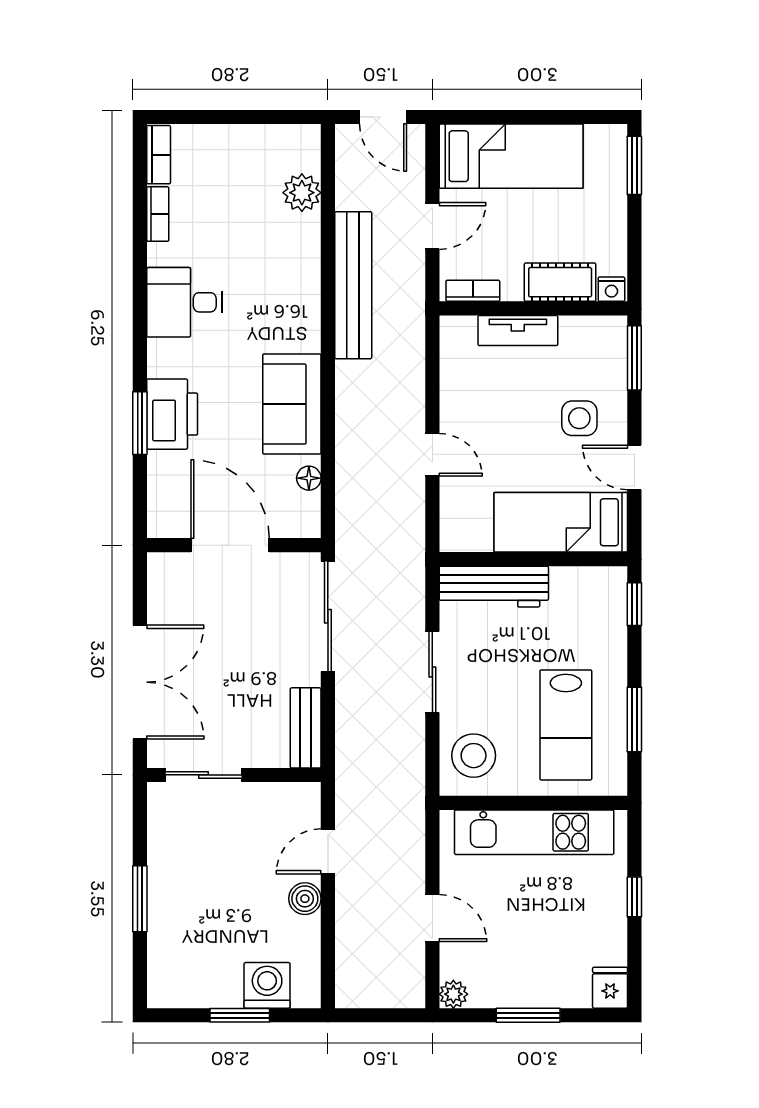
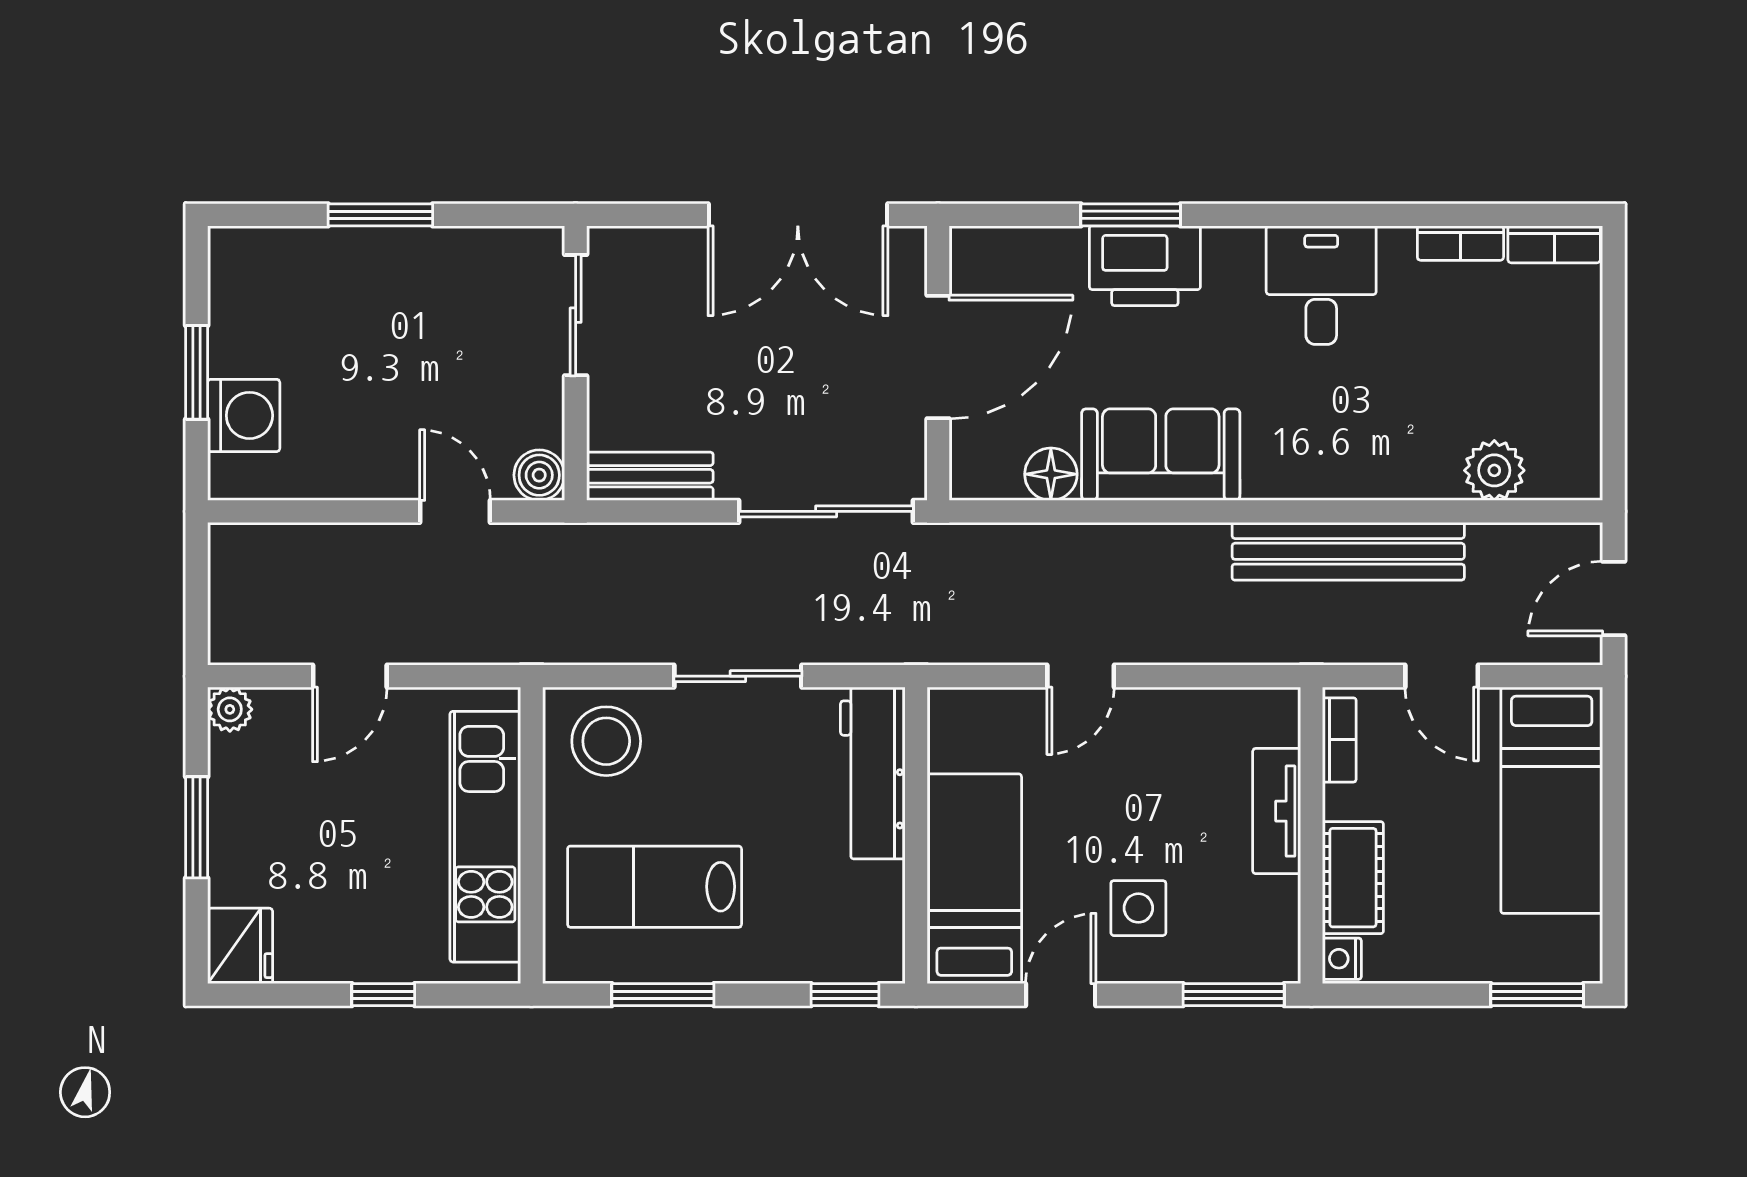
floor lamp: (309, 478) -> (1051, 474), width x1.37, depth x1.37
double door: (140, 682) -> (798, 215), moved
boiler: (305, 899) -> (539, 475), moved
fridge: (610, 988) -> (240, 946), width x1.38

